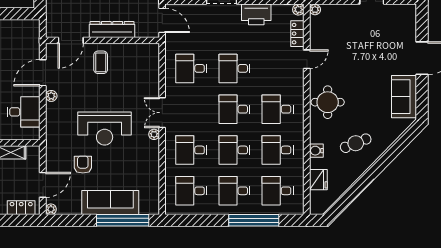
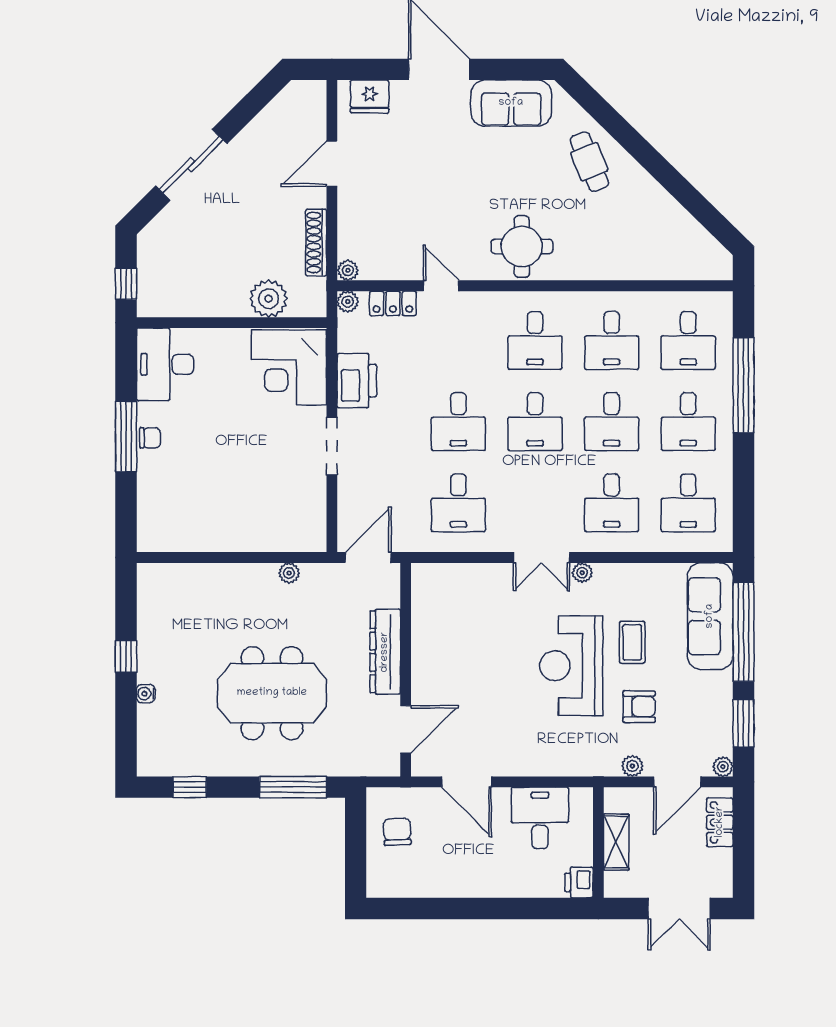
chair: (16, 36) -> (397, 832), added
door: (71, 40) -> (406, 729), hinge flipped
coffee table: (101, 62) -> (632, 642), moved, turned 90
plant: (51, 96) -> (632, 766), moved
reception desk: (105, 128) -> (571, 666), turned 180
cafe table: (356, 143) -> (589, 162), moved
water cooler: (316, 151) -> (613, 268), removed
armchair: (83, 165) -> (639, 707), turned 180
fridge: (318, 180) -> (370, 96), moved, turned 180
door: (43, 185) -> (677, 782), swing flipped
sofa: (110, 202) -> (710, 616), moved
window: (74, 220) -> (743, 723), added

